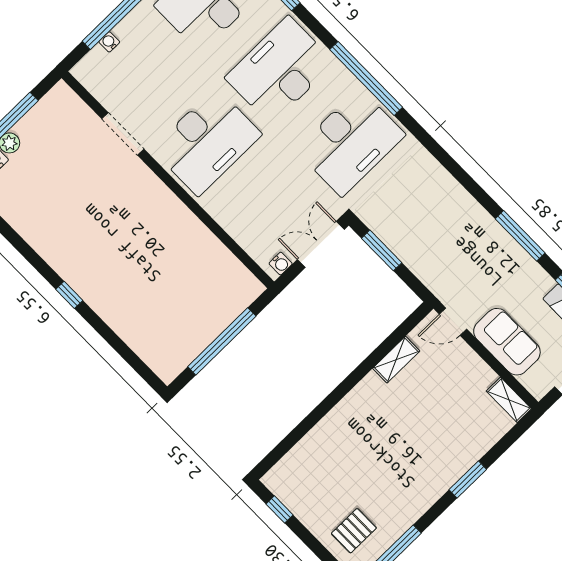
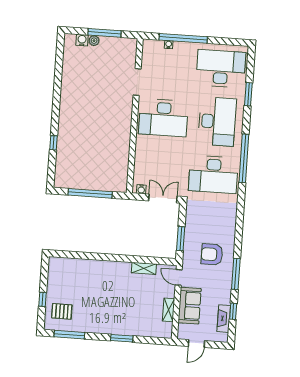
desk: (280, 70) -> (217, 121), turned 90
armchair: (462, 245) -> (212, 254), added
window: (382, 250) -> (181, 239), moved
window: (69, 295) -> (53, 143), moved
shelving: (509, 400) -> (169, 310), moved
window: (279, 509) -> (42, 299), moved

